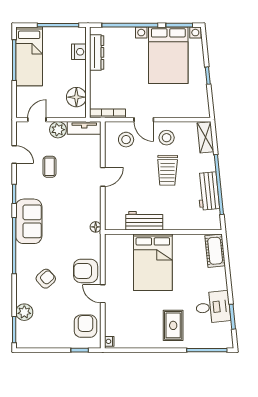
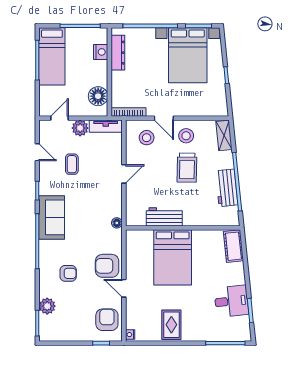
armchair: (46, 279) -> (68, 273), turned 42
rug: (173, 325) -> (171, 325), moved

